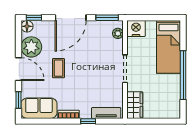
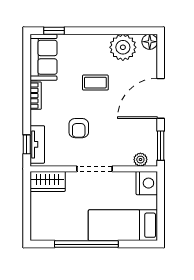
window: (34, 18) -> (161, 51), removed
door: (71, 18) -> (161, 98), hinge flipped
door: (19, 69) -> (94, 31), removed
armchair: (94, 81) -> (79, 128), added
window: (88, 121) -> (27, 144), moved

